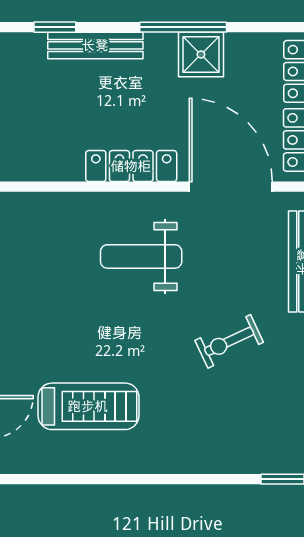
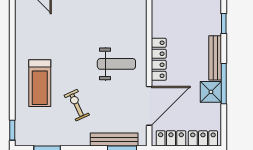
bench: (95, 45) -> (215, 58), moved
weight bench: (141, 256) -> (116, 64), turned 90
treadmill: (88, 406) -> (40, 83), moved

